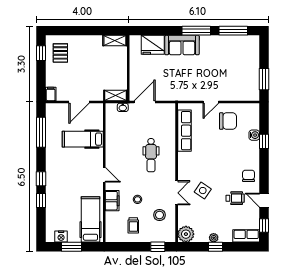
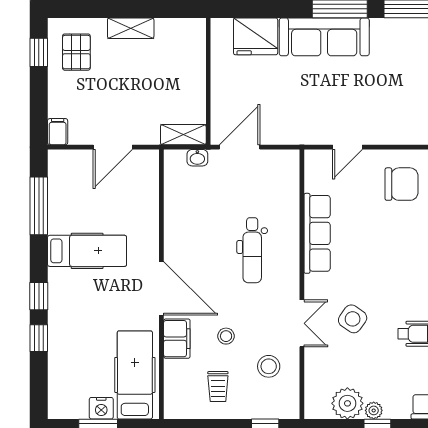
shelving: (115, 41) -> (131, 28), moved
sofa: (182, 45) -> (324, 37), width x1.36
door: (211, 102) -> (347, 147), moved
row of seats: (184, 131) -> (317, 233), moved
hospital bed: (83, 139) -> (87, 251), moved, turned 180
door: (104, 175) -> (161, 288), width x1.88
plant: (186, 234) -> (347, 403), moved
nightstand: (61, 237) -> (101, 408), moved

